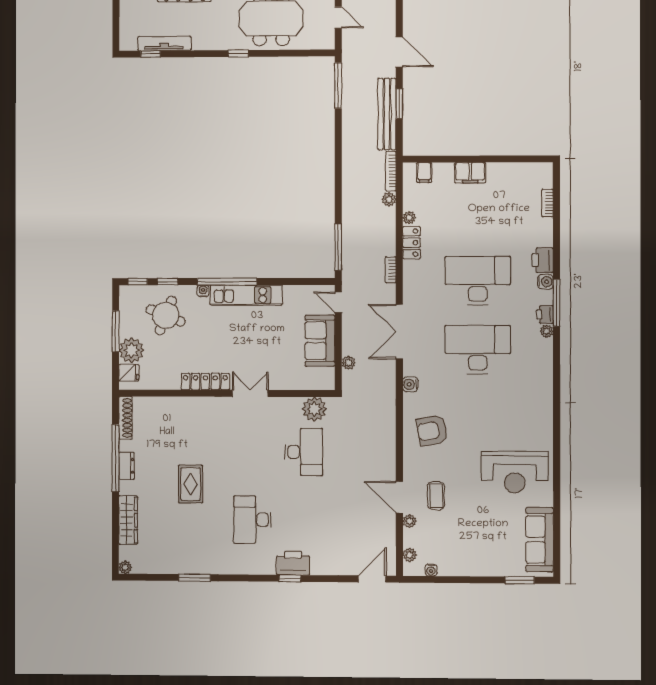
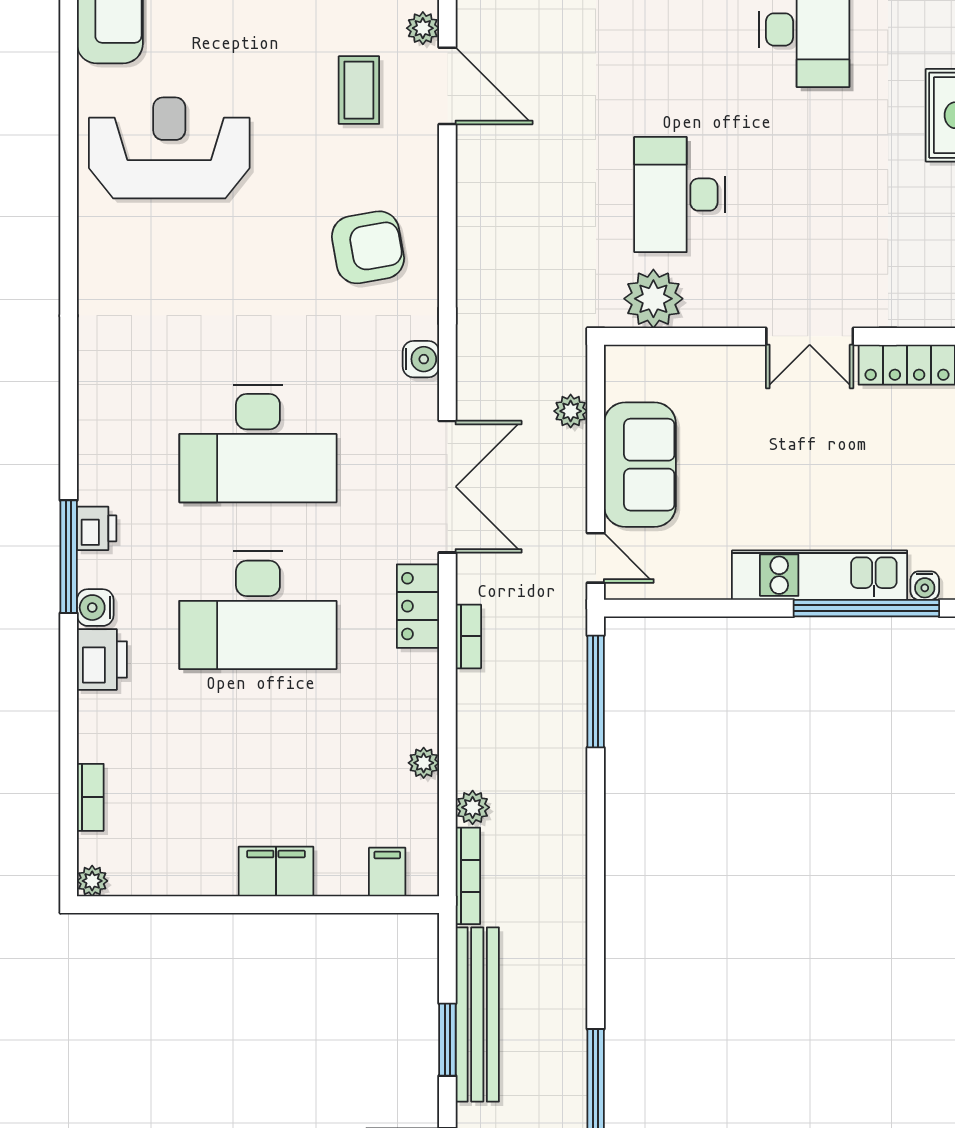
locker: (411, 243) -> (418, 606), moved
plant: (547, 331) -> (92, 881), moved

